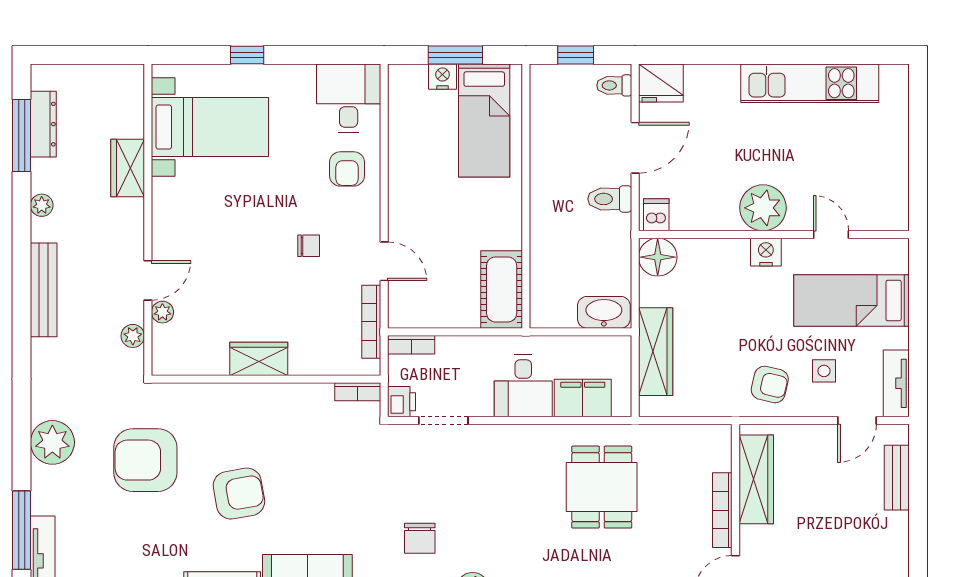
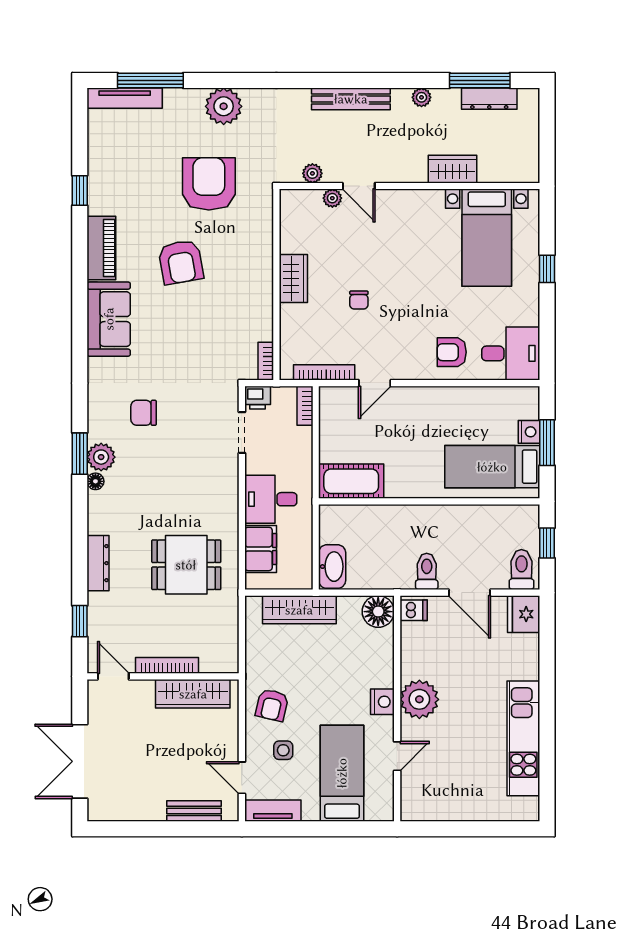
toilet: (614, 85) -> (521, 570), width x1.37, depth x1.39
chair: (309, 246) -> (359, 300), moved

